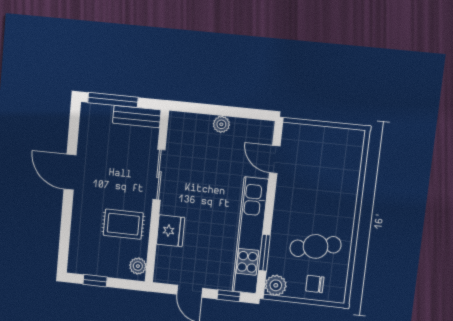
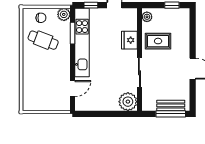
bench: (137, 117) -> (171, 105), moved
plant: (221, 124) -> (128, 102), moved, width x1.87, depth x1.87
door: (275, 159) -> (73, 89), hinge flipped
cafe table: (316, 246) -> (43, 40), turned 33

